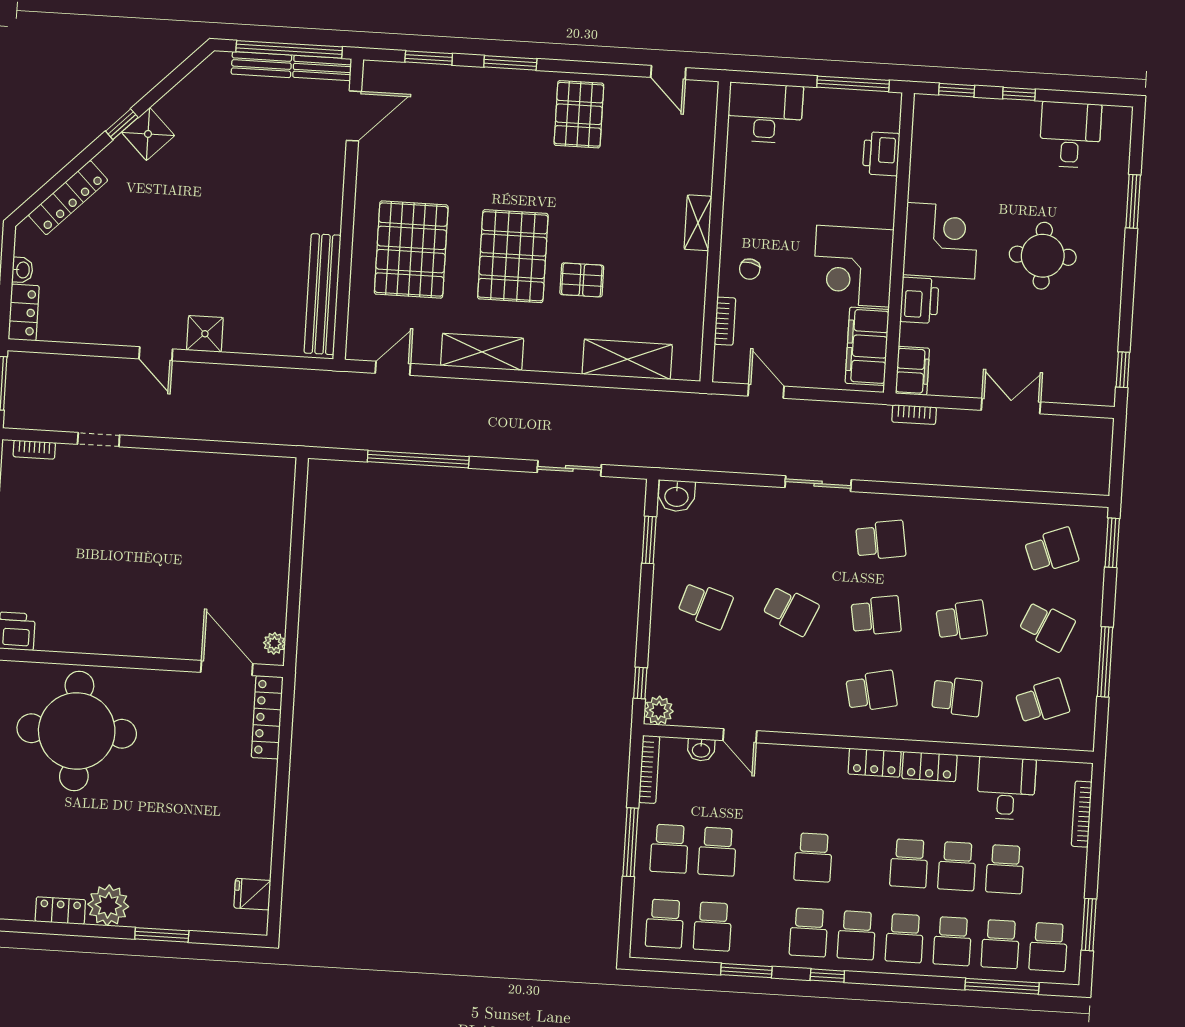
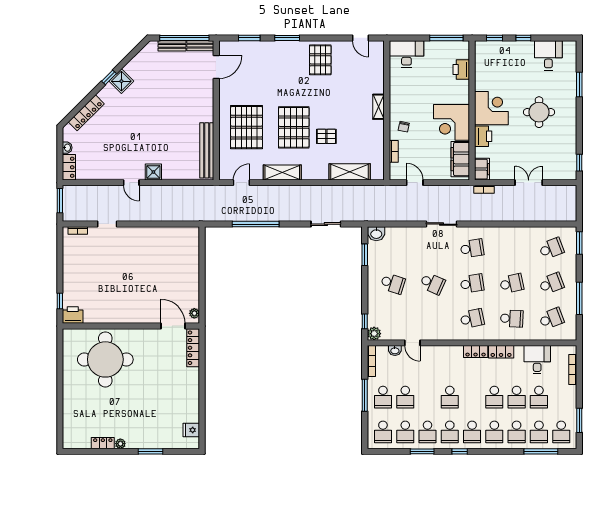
school desk: (1047, 626) -> (551, 283), turned -45
plant: (108, 905) -> (120, 444), width x0.53, depth x0.53
school desk: (761, 929) -> (428, 432), added

